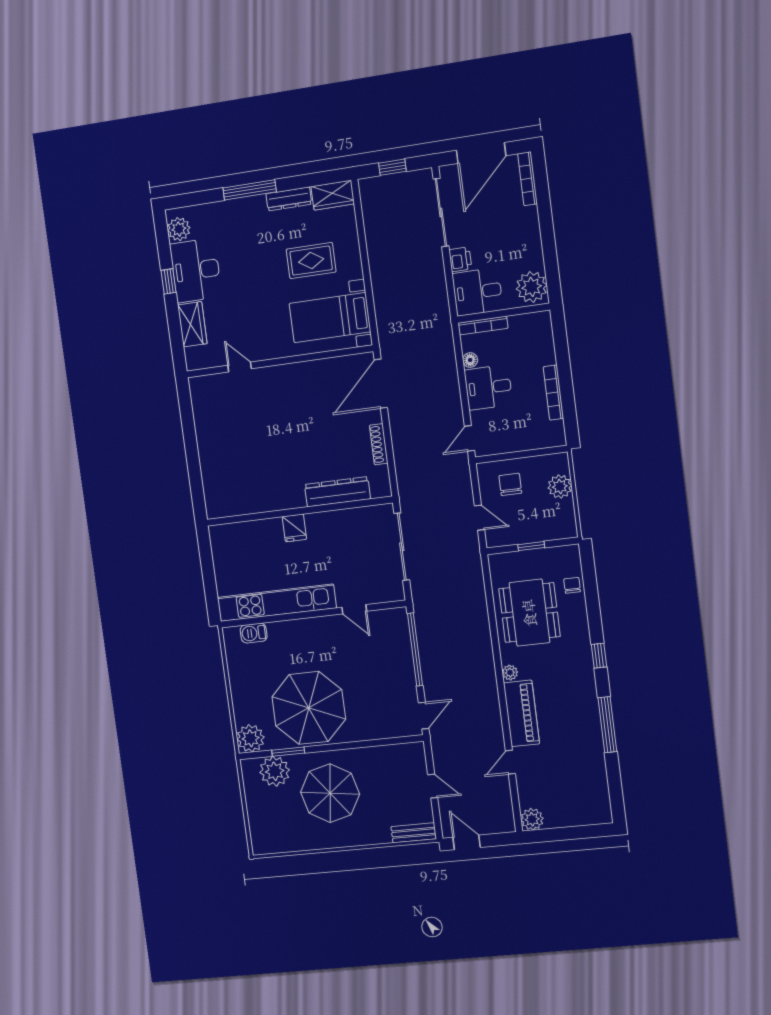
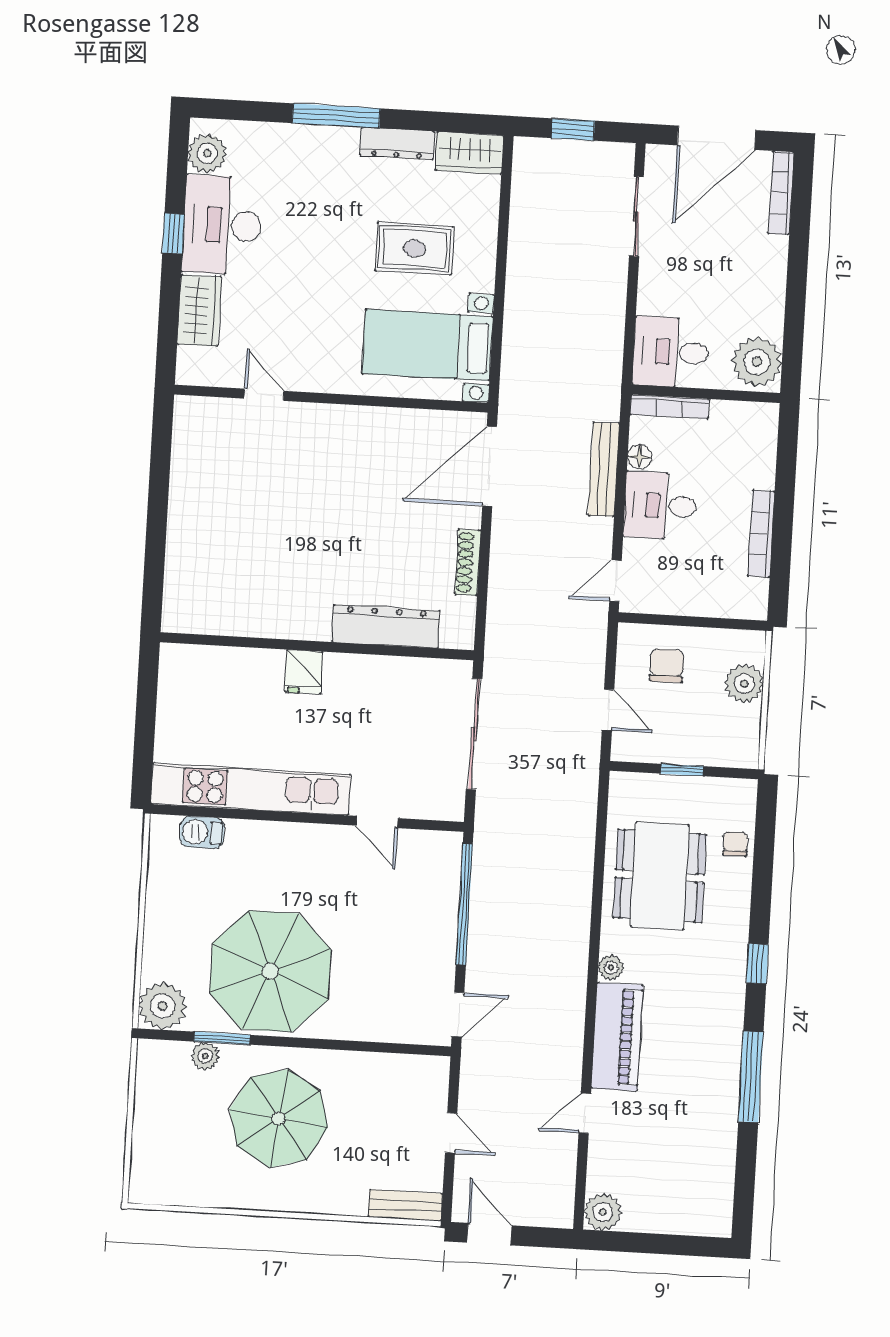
sliding door: (441, 212) -> (636, 216), width x0.73
printer: (460, 259) -> (653, 296), removed
bench: (450, 372) -> (604, 469), added
plant: (275, 771) -> (205, 1056), width x0.53, depth x0.53

